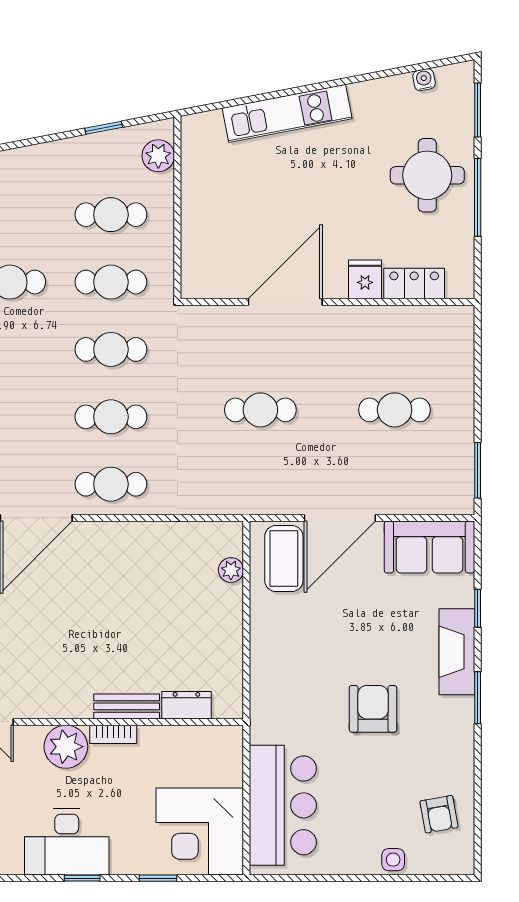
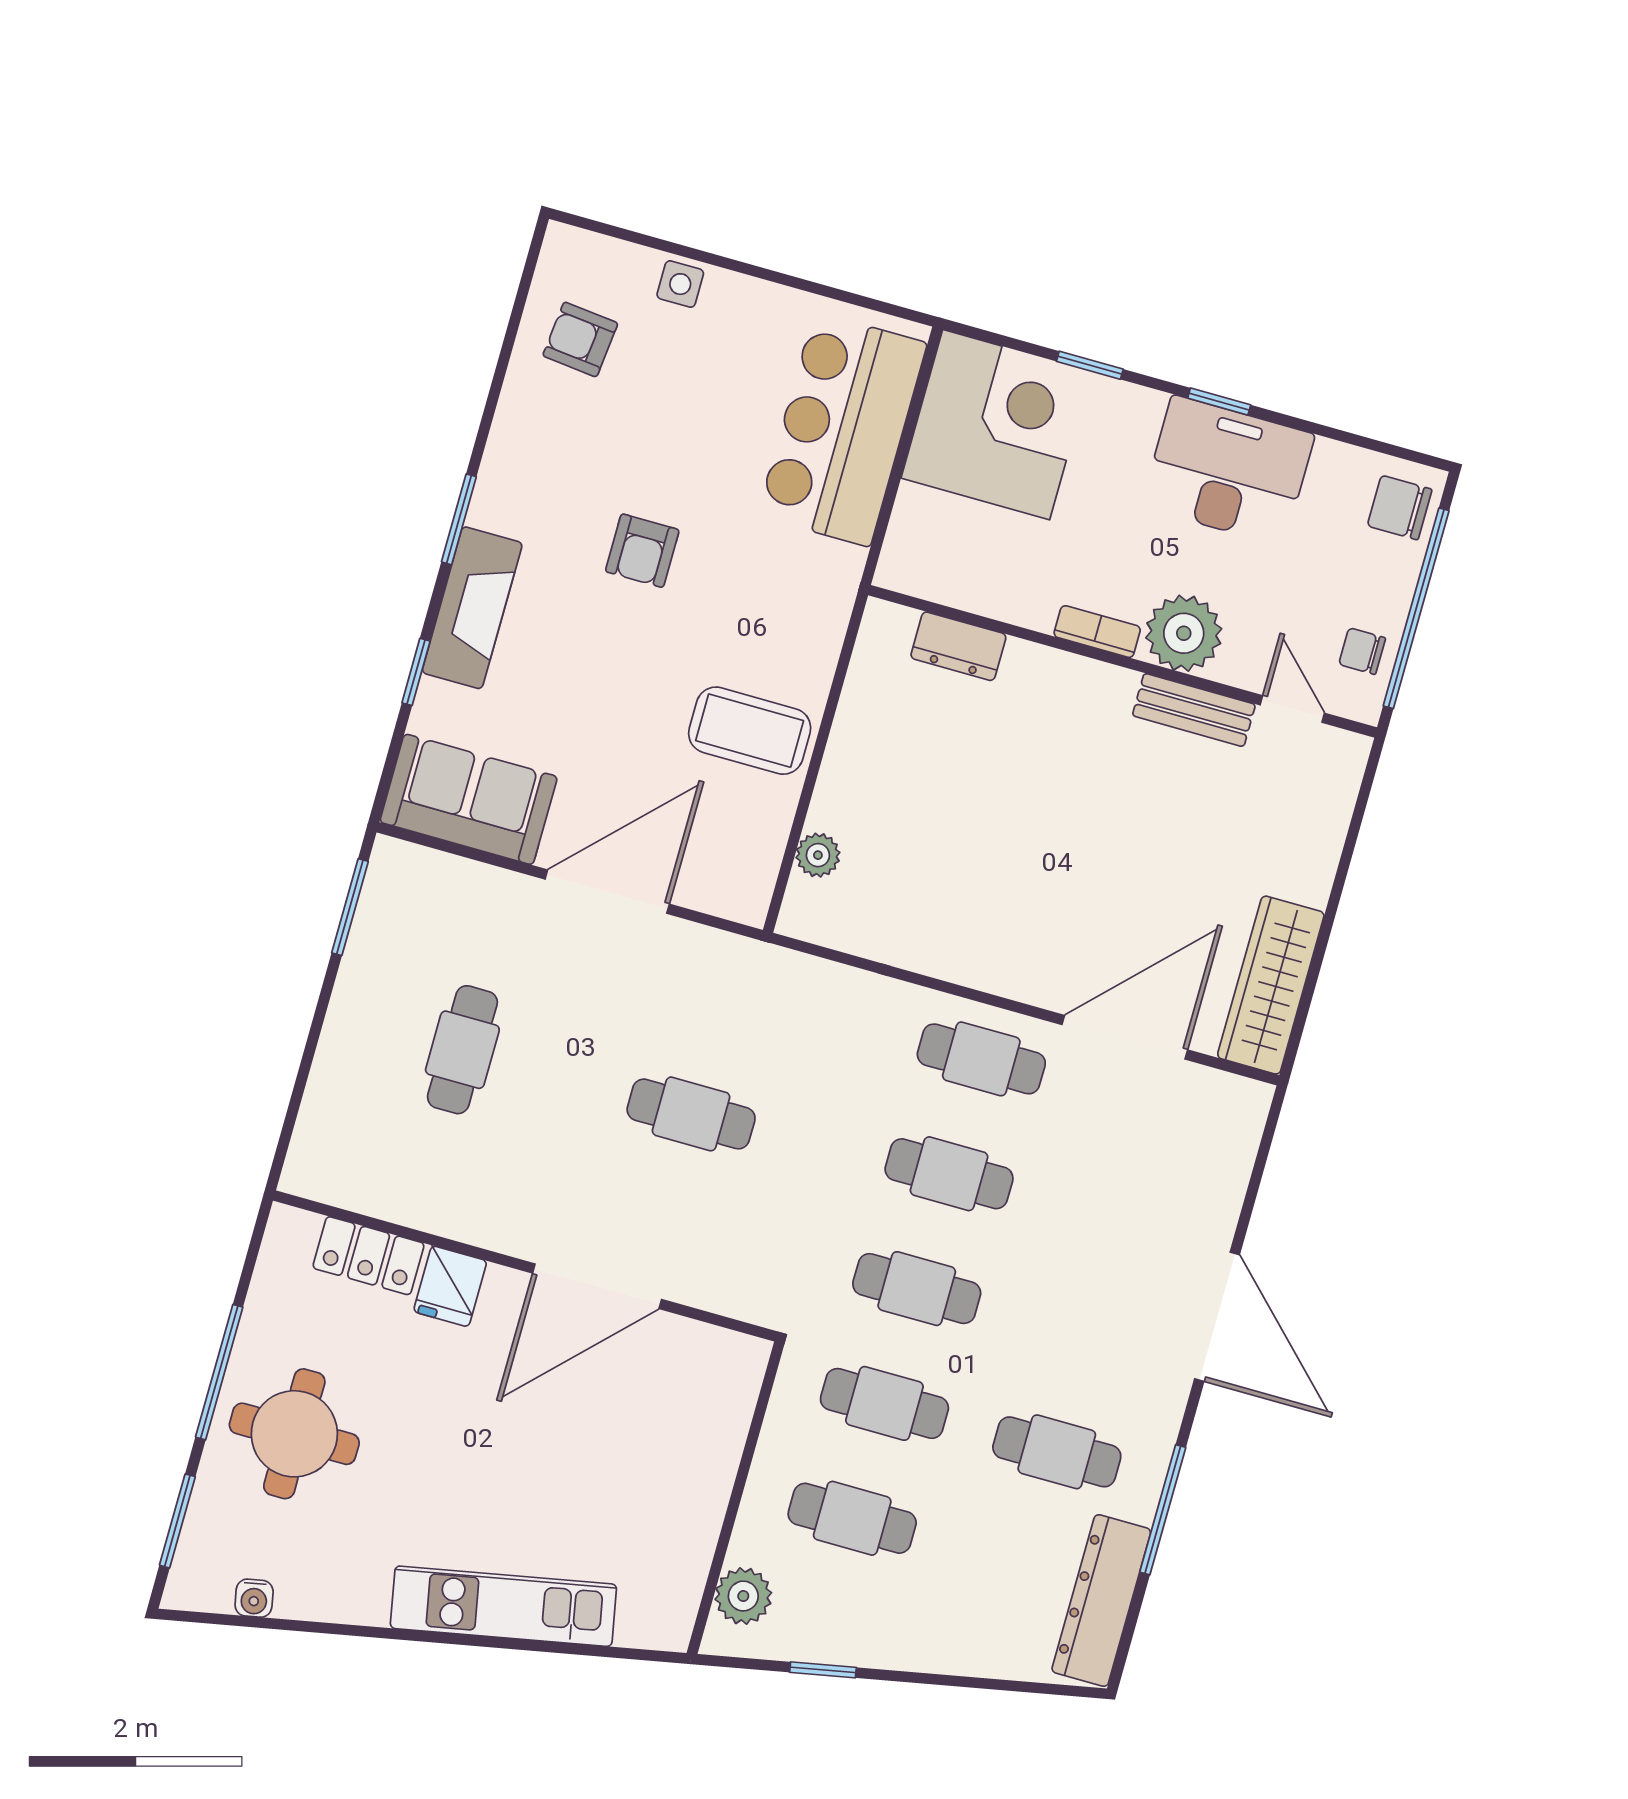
cafe table: (395, 410) -> (462, 1050), turned 90
coffee table: (284, 558) -> (750, 731), moved, turned 90
bench: (127, 706) -> (1194, 710), moved
armchair: (373, 709) -> (642, 551), width x0.72, depth x0.72
armchair: (439, 814) -> (580, 339), turned -74

